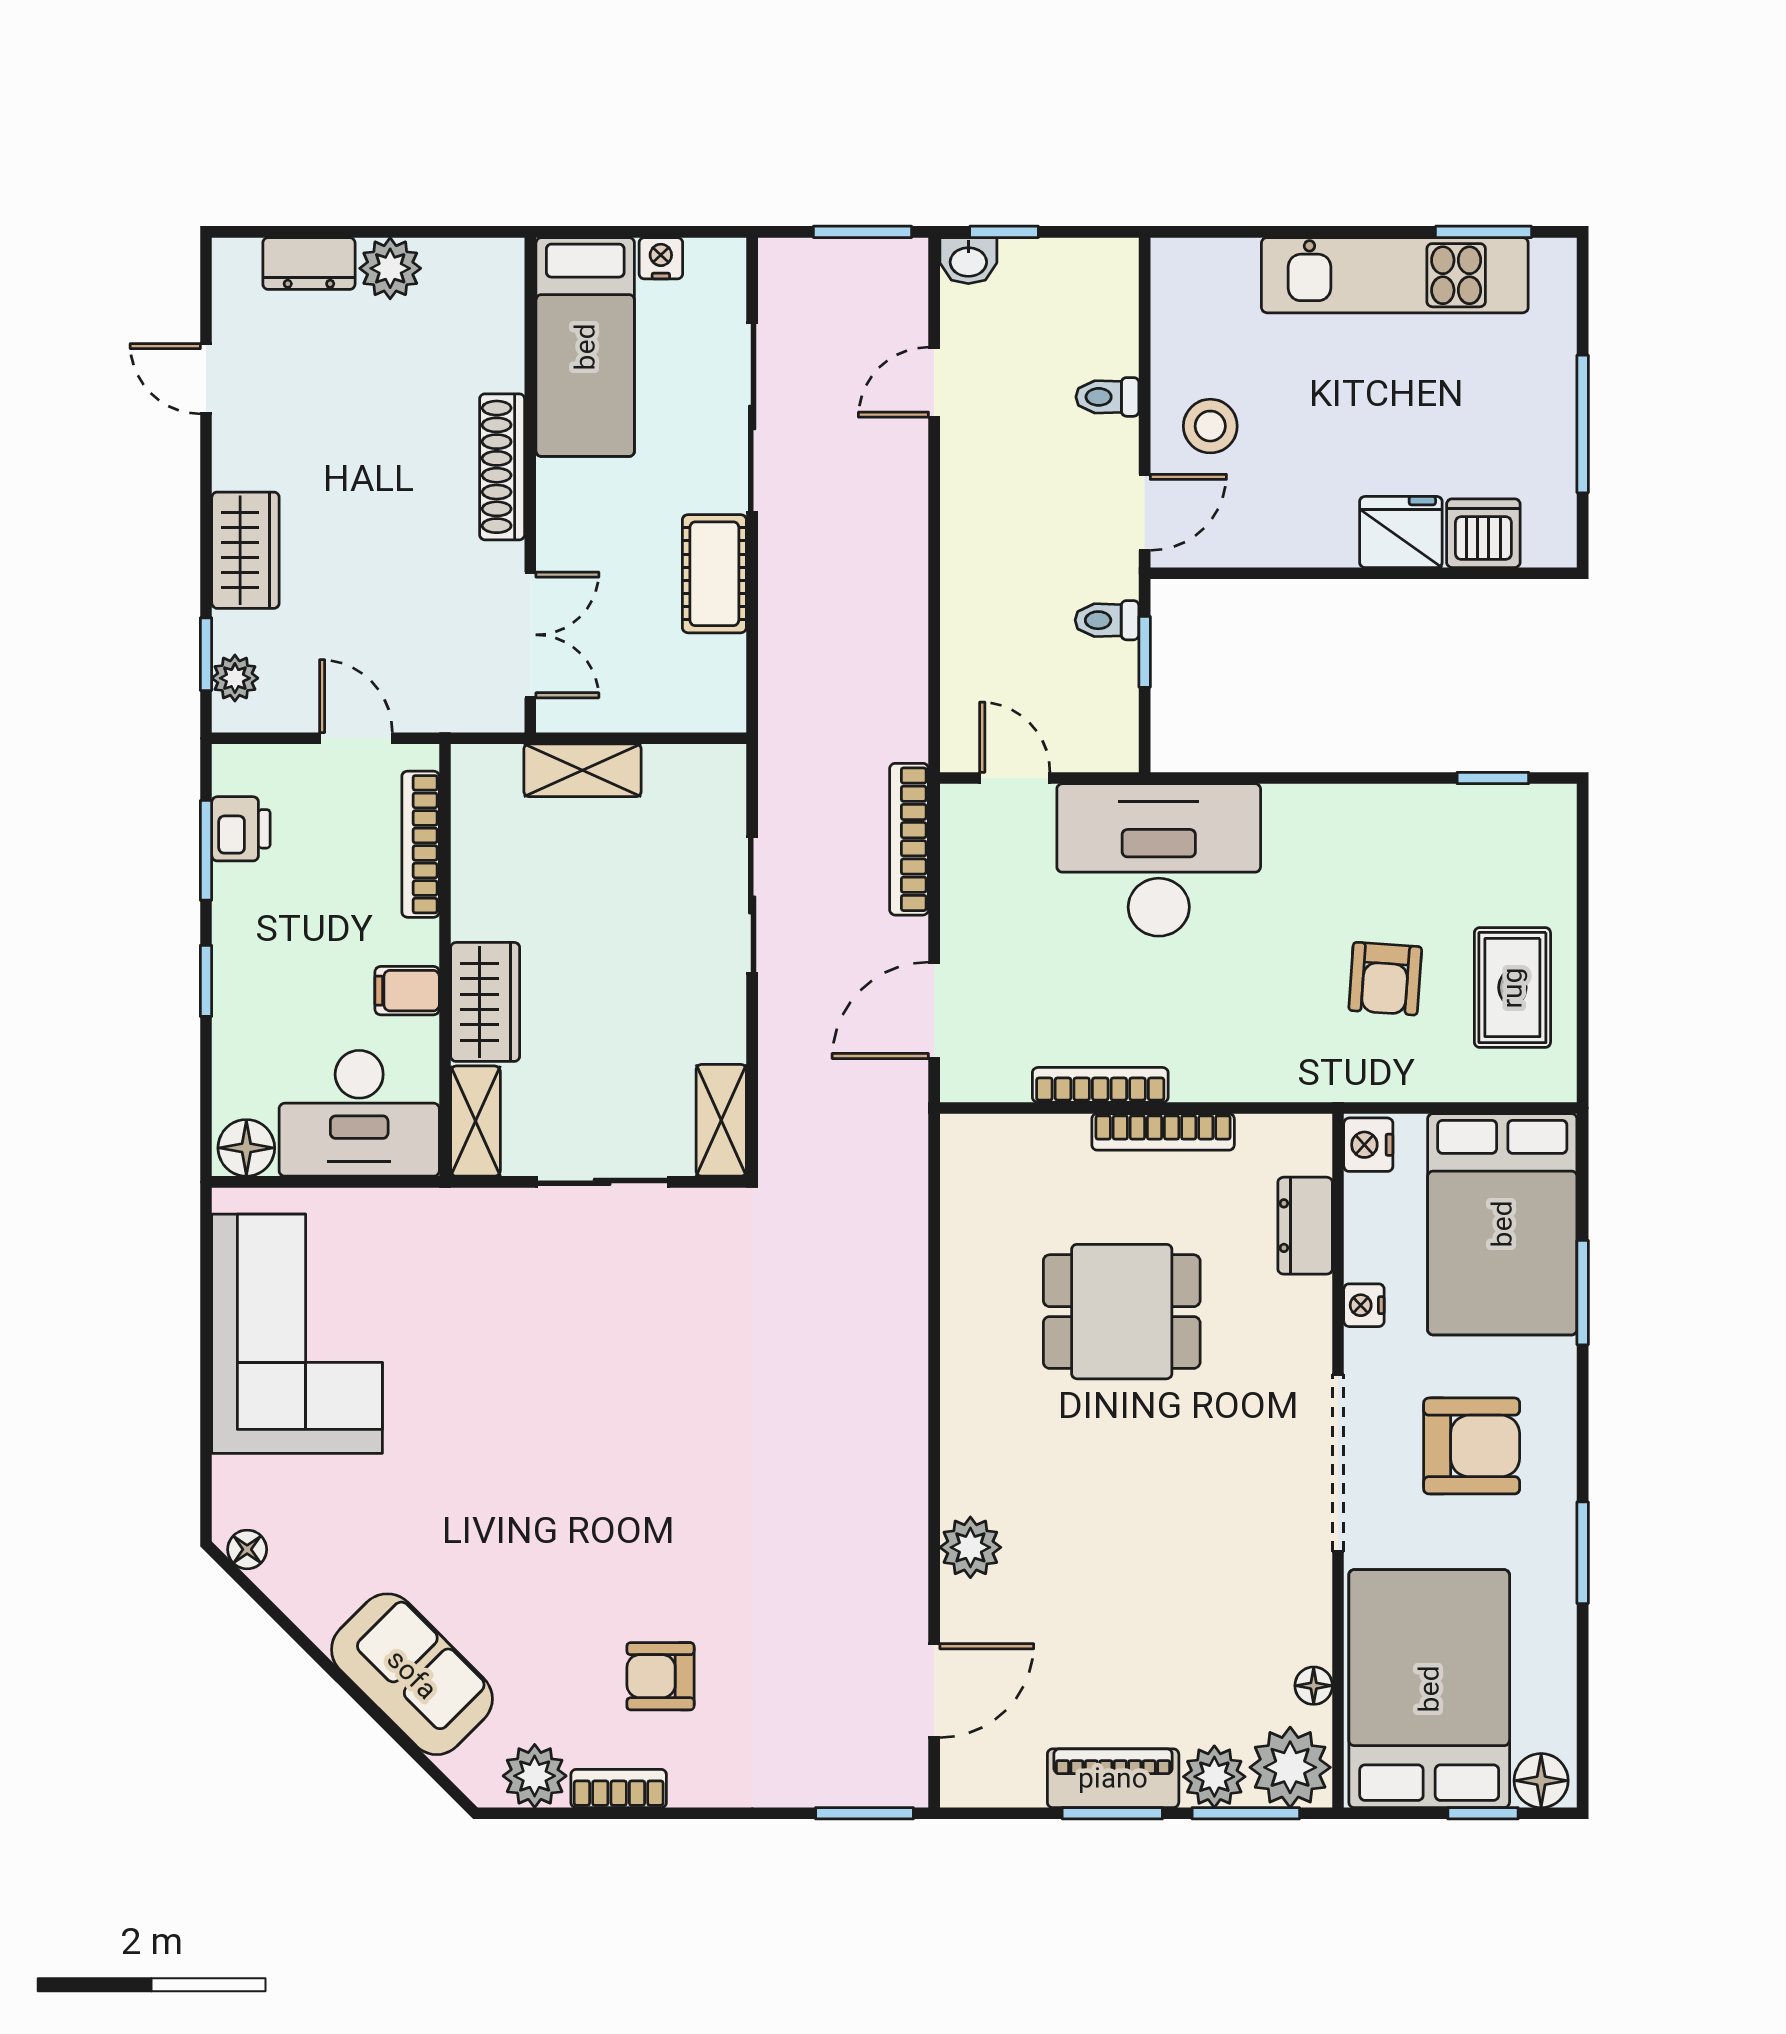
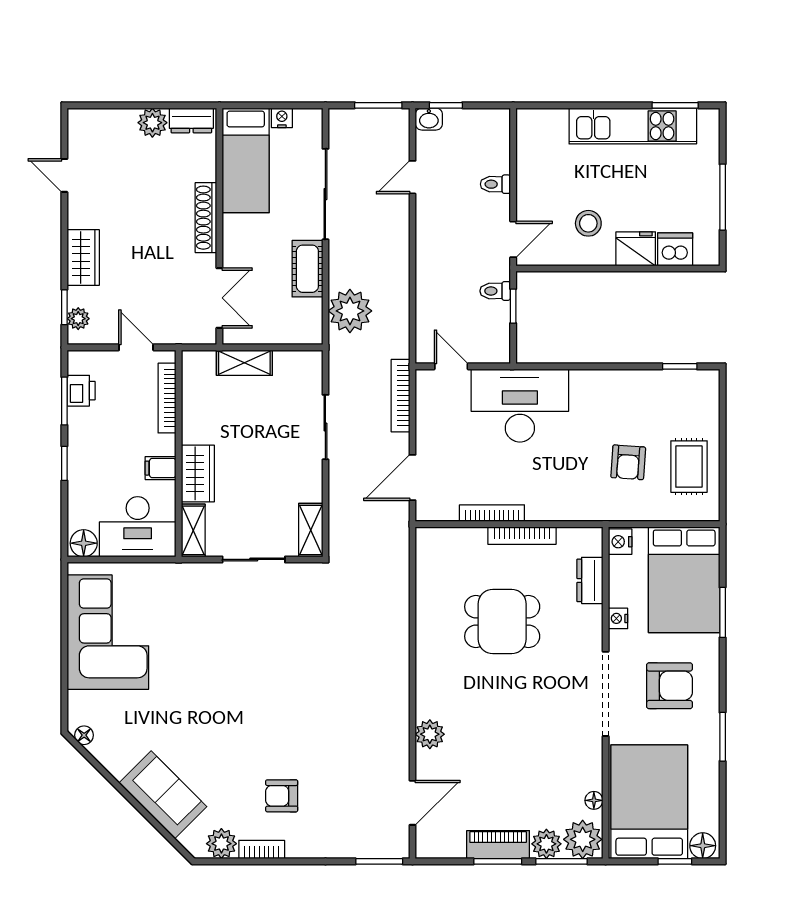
dresser: (309, 264) -> (191, 120), moved
stool: (1210, 426) -> (588, 223), moved
plant: (803, 662) -> (350, 311), added

